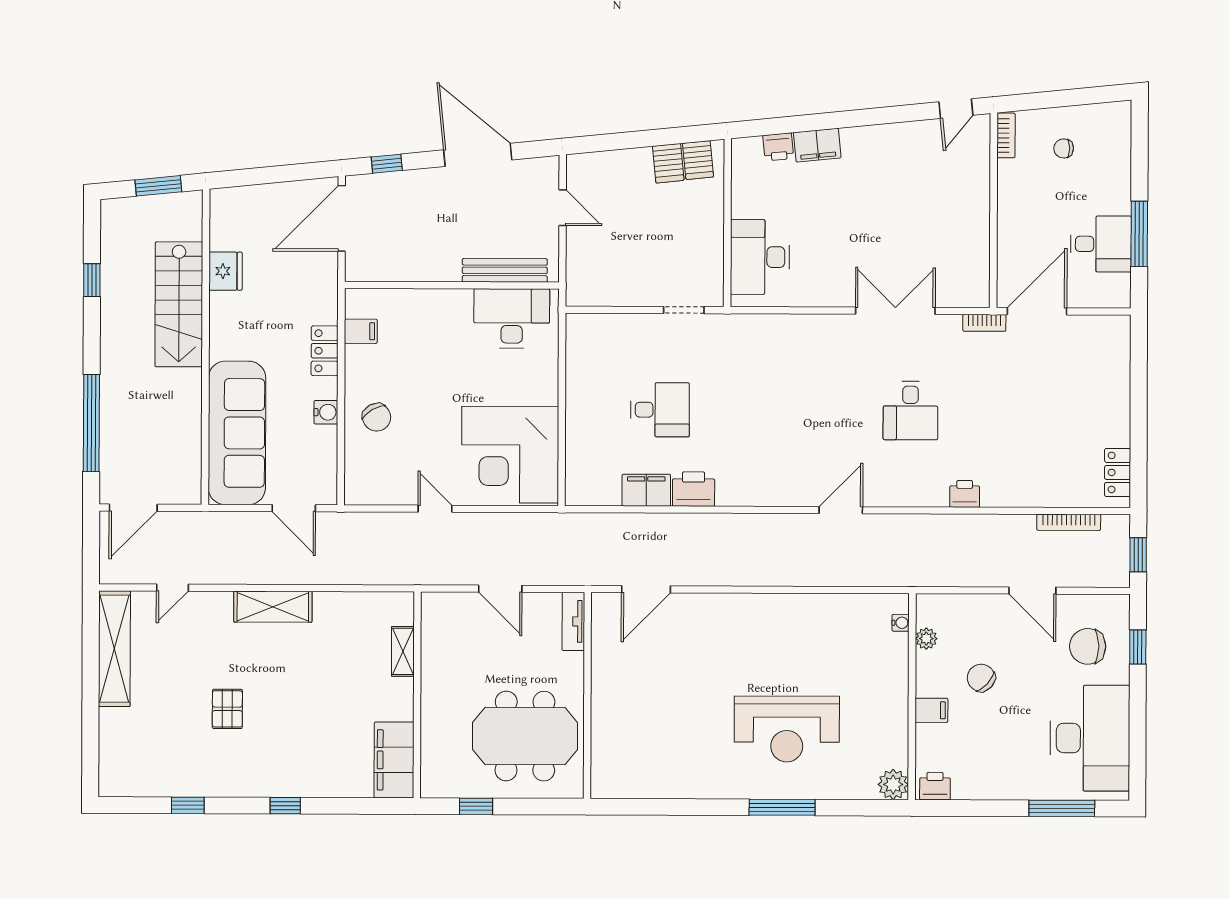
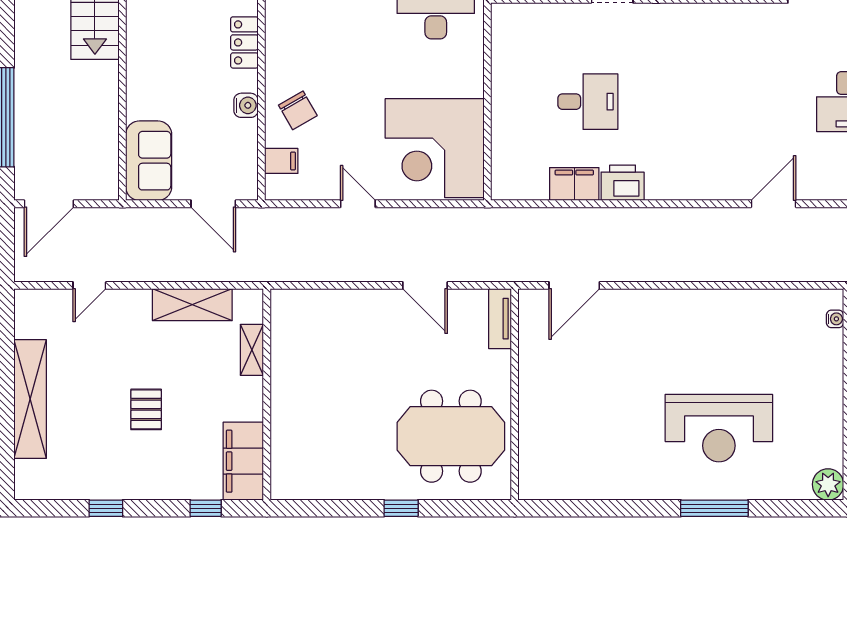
filing cabinet: (361, 331) -> (281, 161), moved
sofa: (237, 433) -> (149, 161), width x0.54, depth x0.79
shelving: (114, 649) -> (30, 399), moved
shelving: (403, 651) -> (252, 350), moved
wall: (417, 695) -> (267, 394), moved
filing cabinet: (394, 760) -> (243, 461), moved

